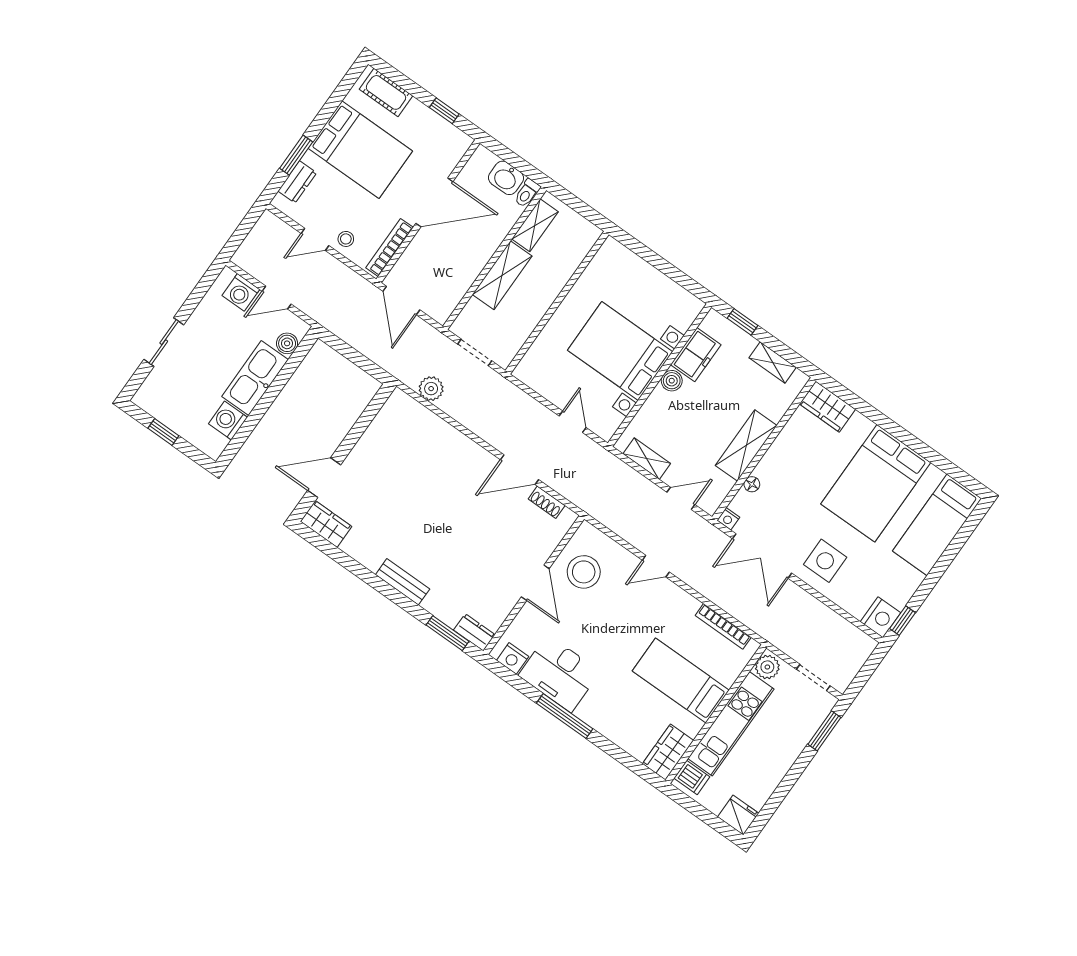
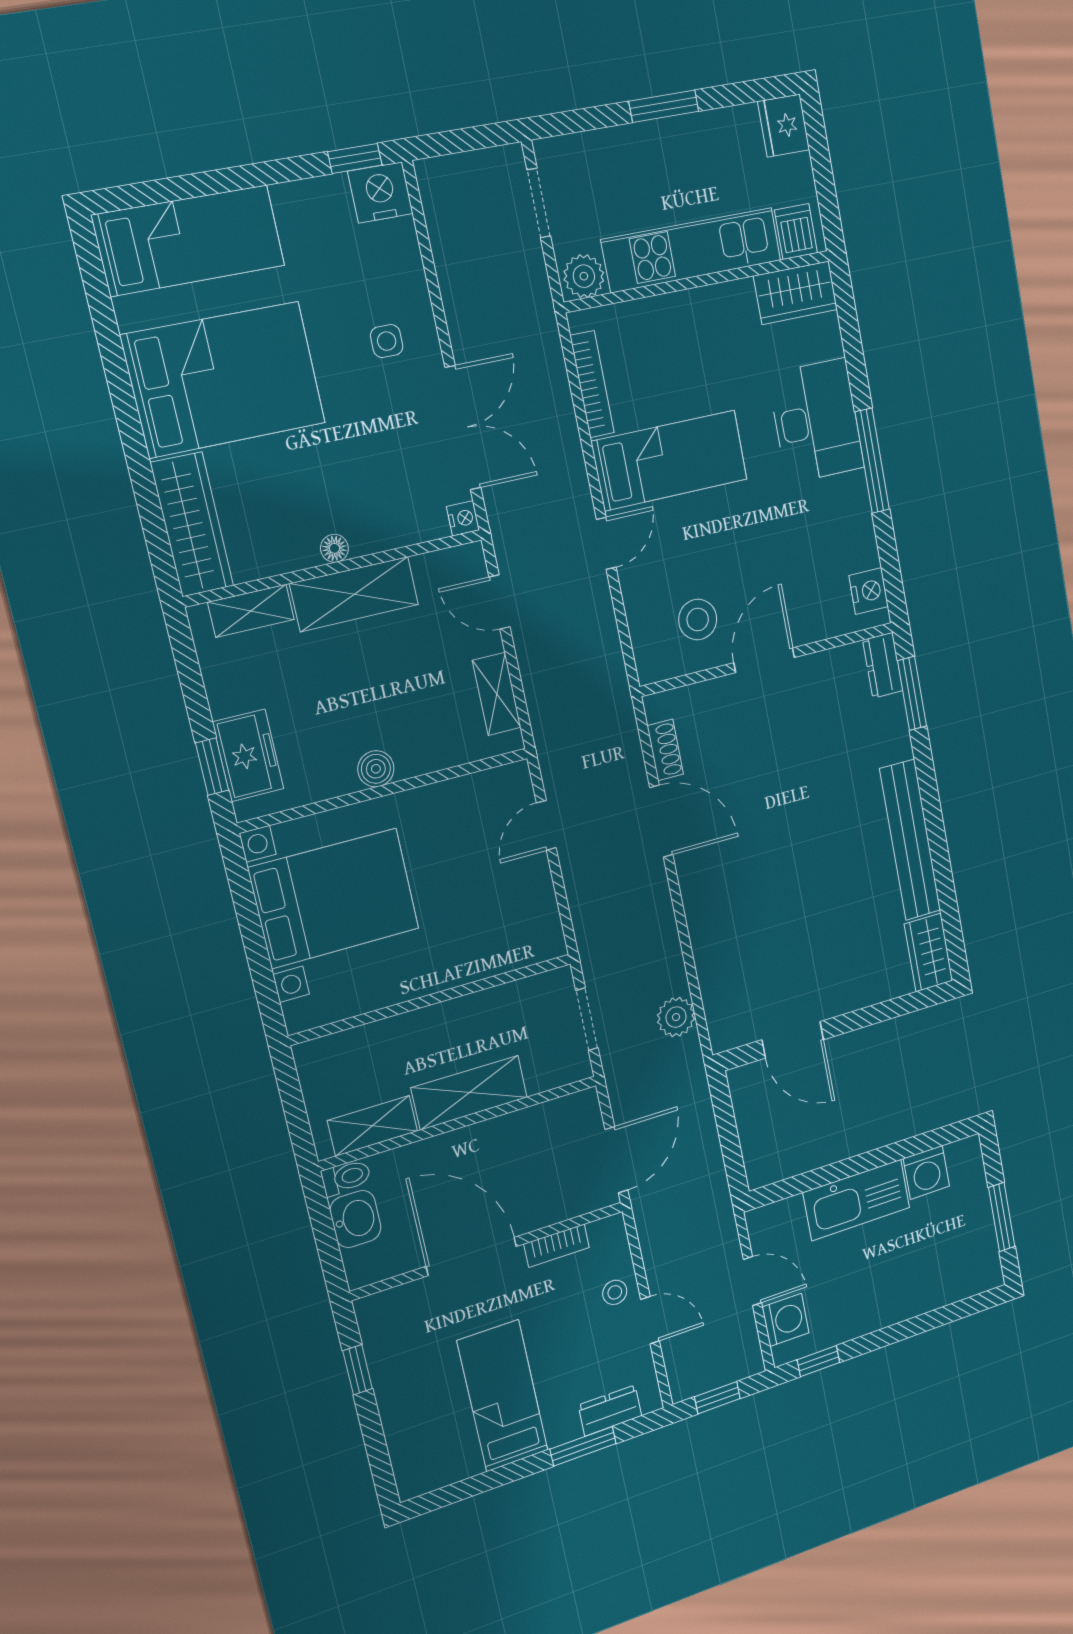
cot: (386, 92) -> (409, 1448), removed
bed: (360, 150) -> (503, 1396), width x0.67
window: (244, 229) -> (717, 1398), added
bookcase: (390, 248) -> (557, 1246), width x0.64
window: (204, 286) -> (818, 1361), added
sliding door: (164, 342) -> (915, 1326), removed
boiler: (287, 343) -> (788, 1214), removed
bed with nightstands: (620, 351) -> (334, 898), moved, turned -90
freezer: (696, 355) -> (248, 755), moved, turned 90
shelving: (773, 362) -> (251, 611), moved, turned 90
wardrobe: (827, 407) -> (192, 524), width x1.50
window: (163, 432) -> (1002, 1217), width x1.50
door: (324, 478) -> (793, 1040), moved
floor lamp: (752, 484) -> (334, 548), moved
side table: (825, 561) -> (387, 341), width x0.54, depth x0.54
door: (656, 566) -> (606, 543), hinge flipped
stool: (584, 572) -> (698, 620), width x0.73, depth x0.73
bench: (403, 582) -> (910, 840), width x1.86, depth x1.21
desk: (559, 673) -> (816, 421), moved
bed: (681, 681) -> (670, 460), moved, turned -90
window: (824, 731) -> (664, 106), moved

